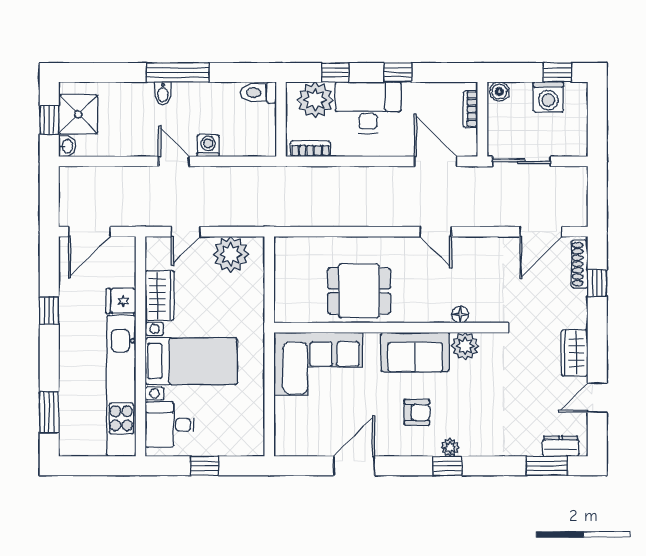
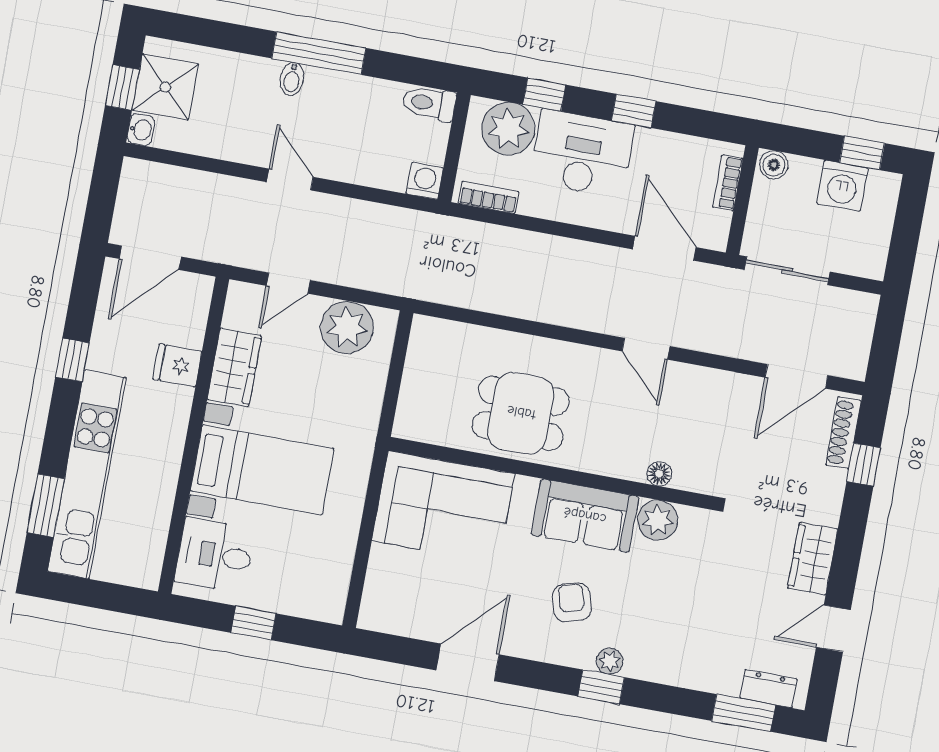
washing machine: (208, 146) -> (425, 181), moved
kitchen unit: (121, 386) -> (87, 474), moved, turned 180
armchair: (417, 412) -> (572, 602), turned -106

